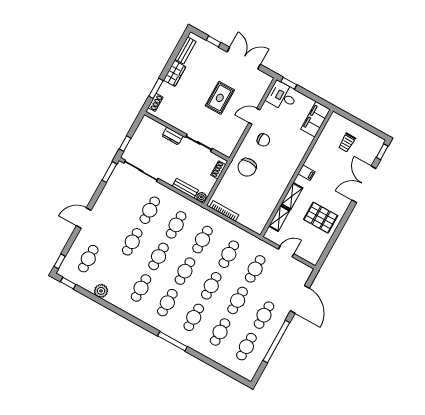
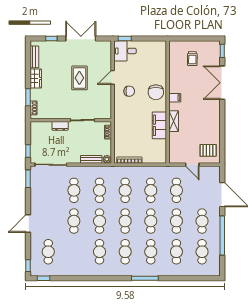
filing cabinet: (316, 119) -> (159, 125), moved
chair: (247, 167) -> (156, 92), moved
shelving: (279, 218) -> (173, 143), removed
pallet: (321, 218) -> (208, 150), moved, width x0.67, depth x0.71
door: (286, 252) -> (192, 165), swing flipped
plant: (101, 291) -> (71, 270), removed

